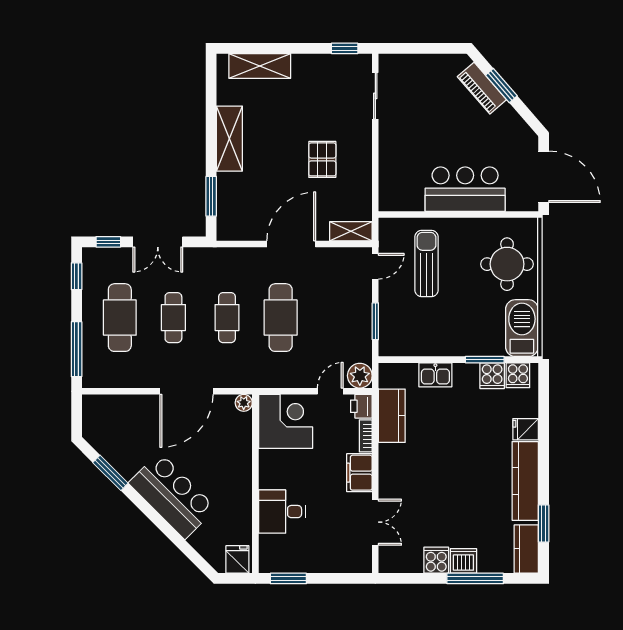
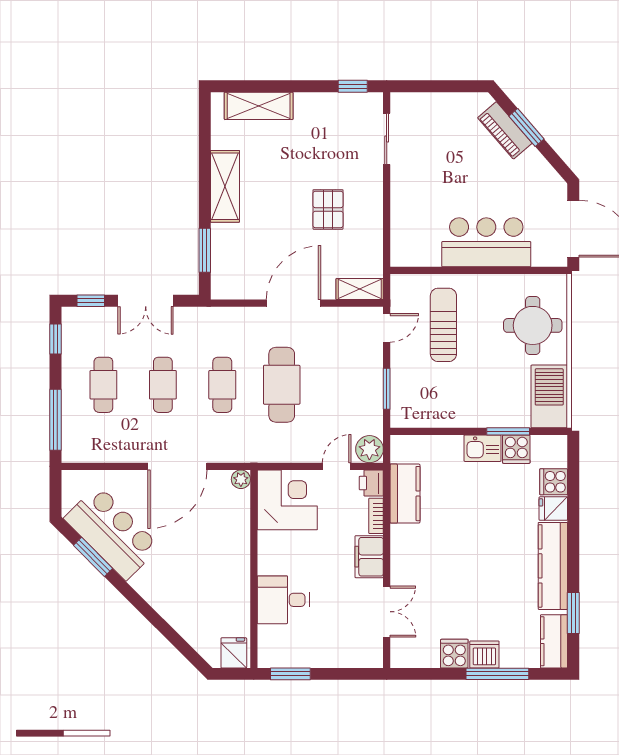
cafe table: (120, 318) -> (103, 385), width x0.73, depth x0.74
kitchen sink: (435, 375) -> (482, 448), moved
cooker: (518, 375) -> (554, 482), moved, turned 90
bar counter: (172, 496) -> (112, 532), moved

